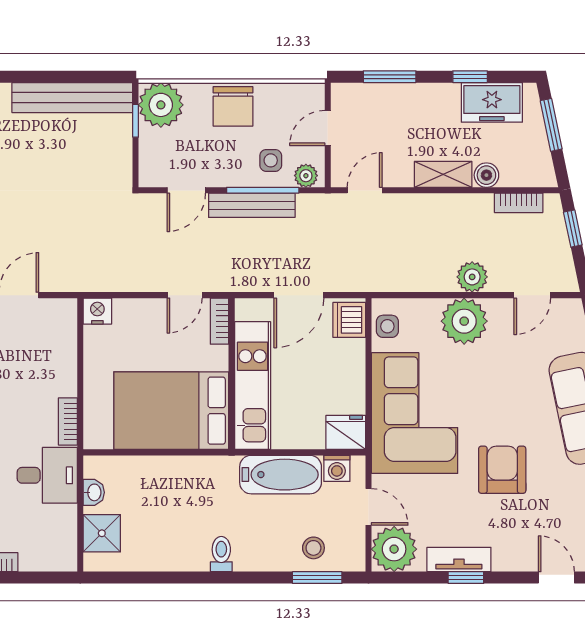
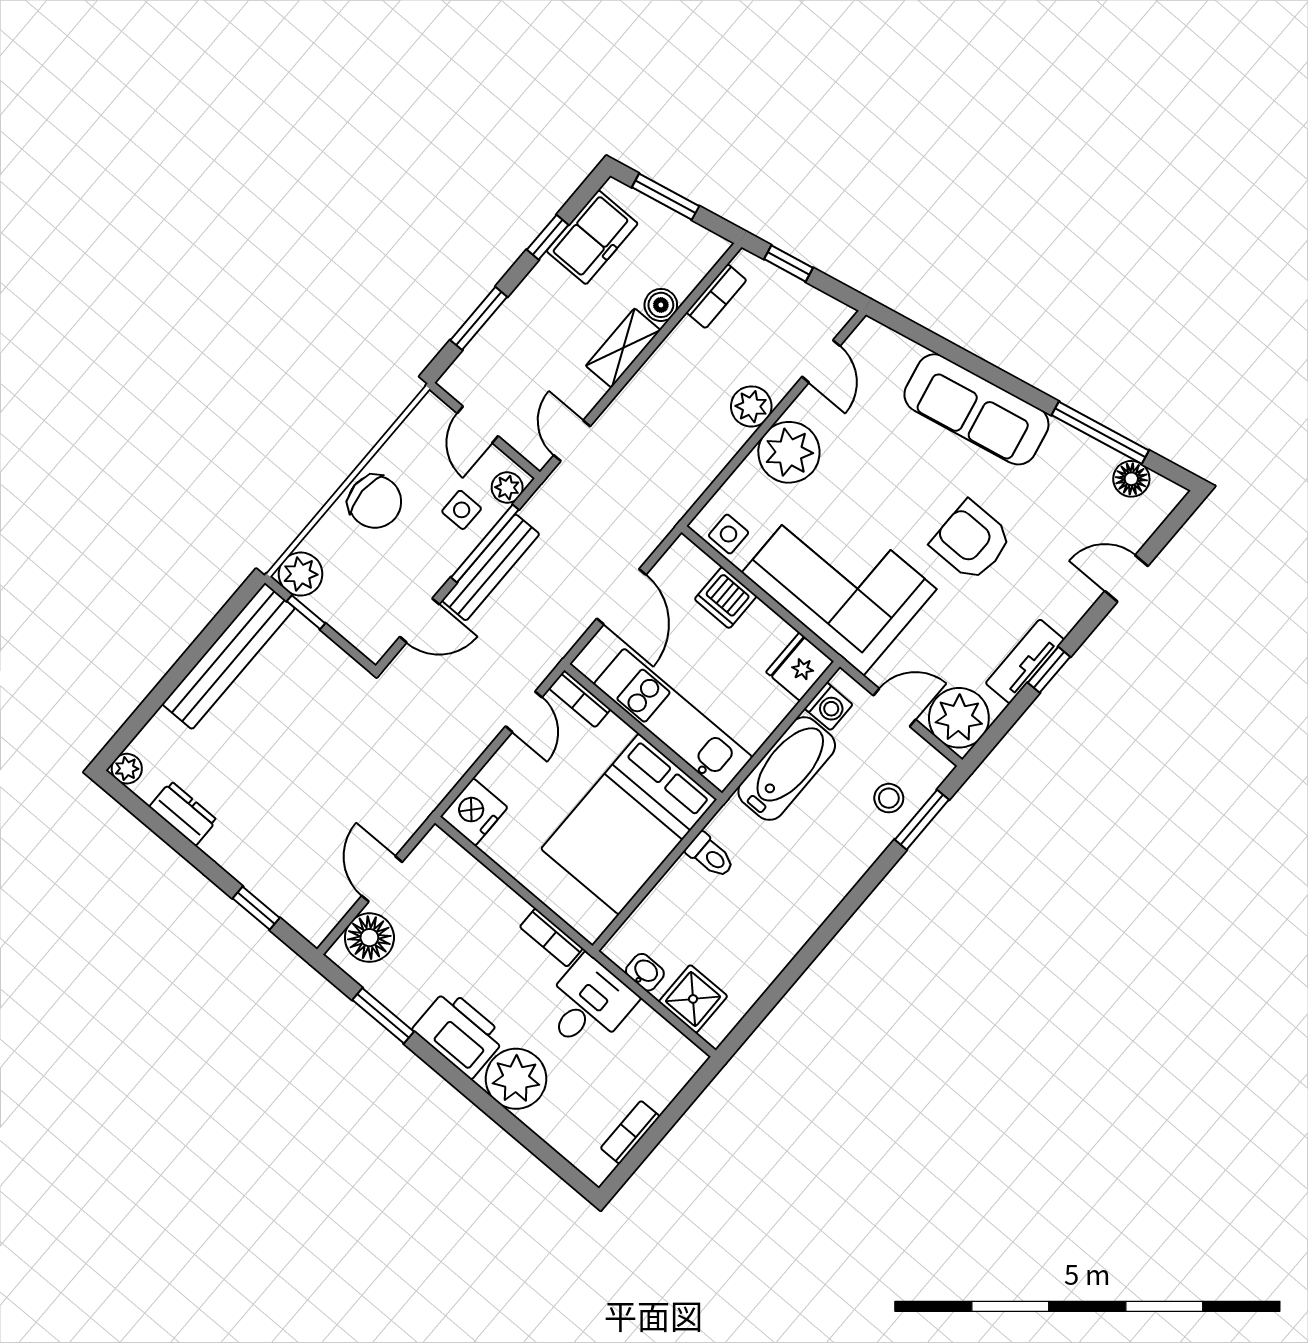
plant: (161, 105) -> (301, 574), width x0.73, depth x0.73
door: (186, 190) -> (419, 621), hinge flipped
nightstand: (97, 311) -> (474, 812), width x1.36, depth x1.33
dishwasher: (349, 320) -> (726, 598), moved
toilet: (221, 554) -> (710, 855), moved, turned 180

